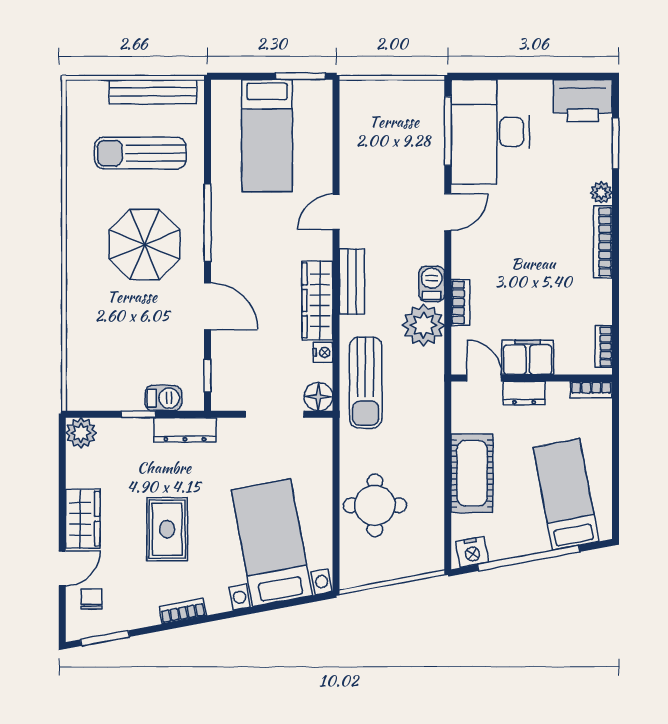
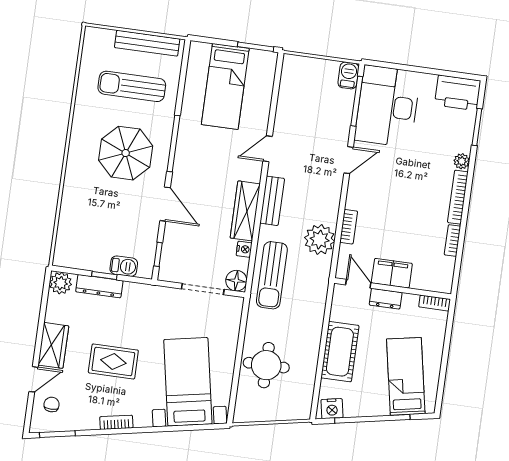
barbecue: (432, 284) -> (348, 75), moved
bookcase: (604, 347) -> (452, 241), moved
dresser: (185, 430) -> (99, 286), moved
rug: (167, 529) -> (113, 361), turned 90

